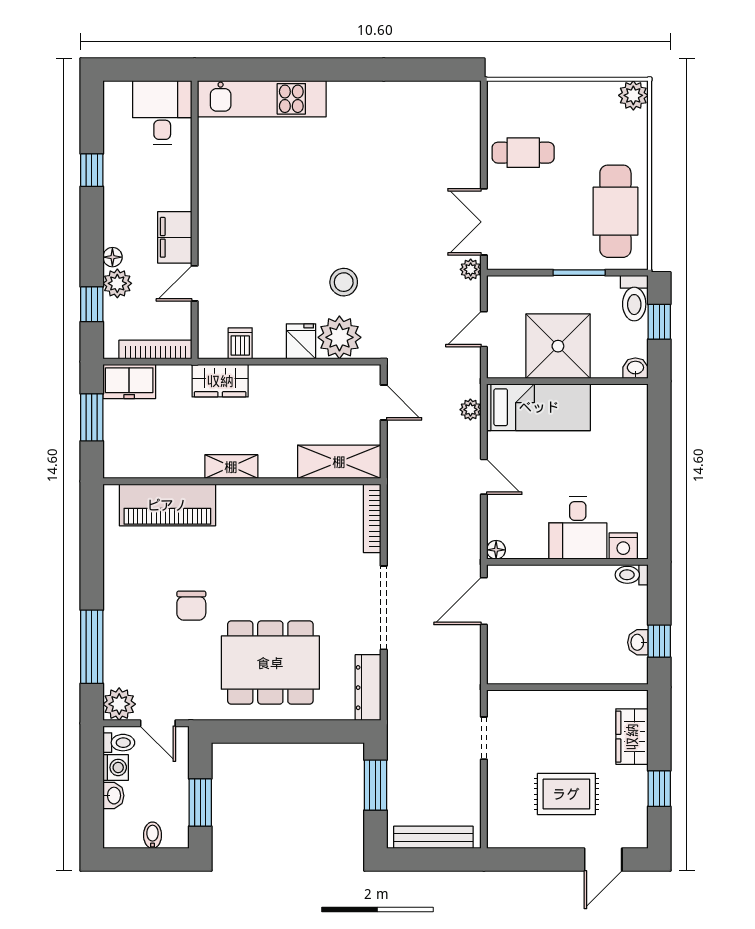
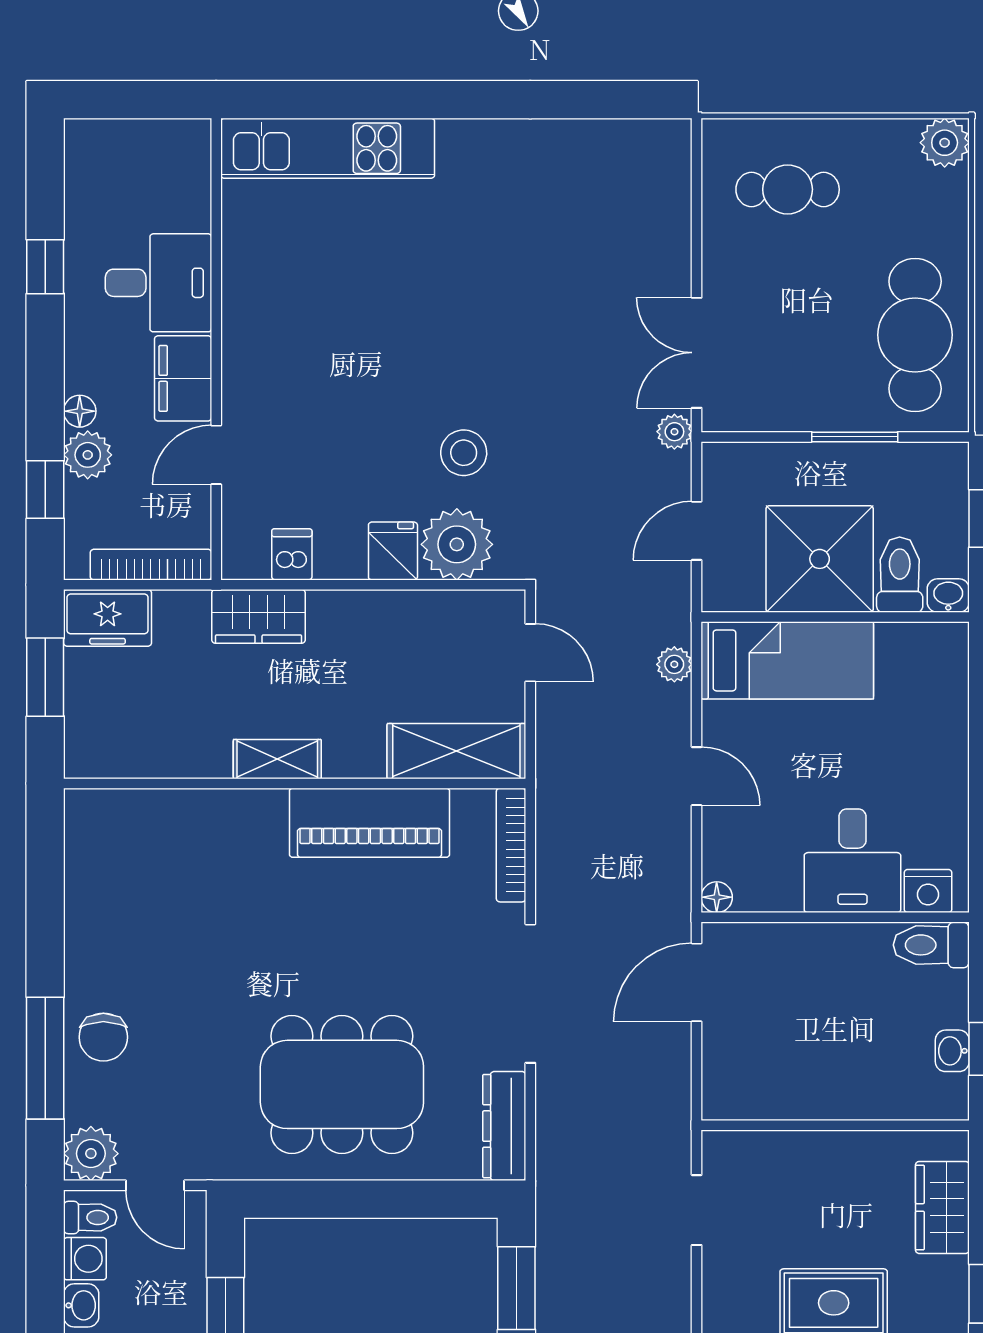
desk: (162, 113) -> (159, 283), moved, turned 90
cafe table: (523, 153) -> (788, 189), moved
toilet: (634, 298) -> (900, 575), moved, turned 180
piano: (167, 505) -> (370, 823), moved
toilet: (632, 575) -> (931, 945), width x1.37, depth x1.39
chair: (191, 606) -> (103, 1037), moved

